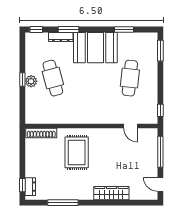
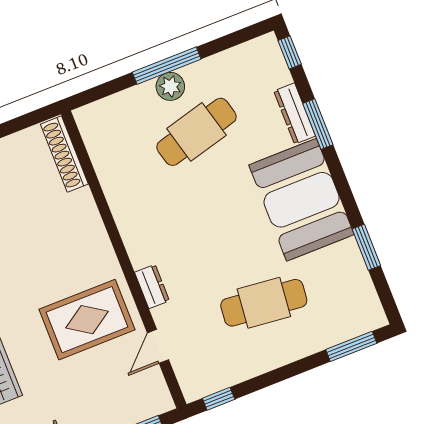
window: (22, 79) -> (167, 66), width x2.17
dresser: (106, 119) -> (152, 287), added
rug: (77, 152) -> (87, 320), moved

